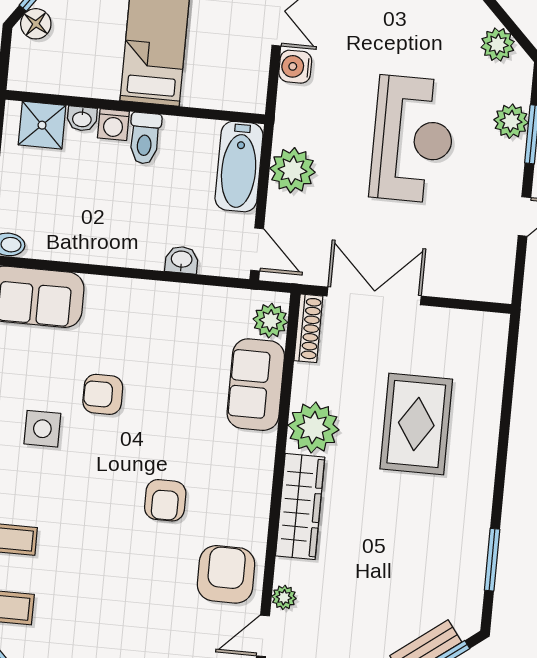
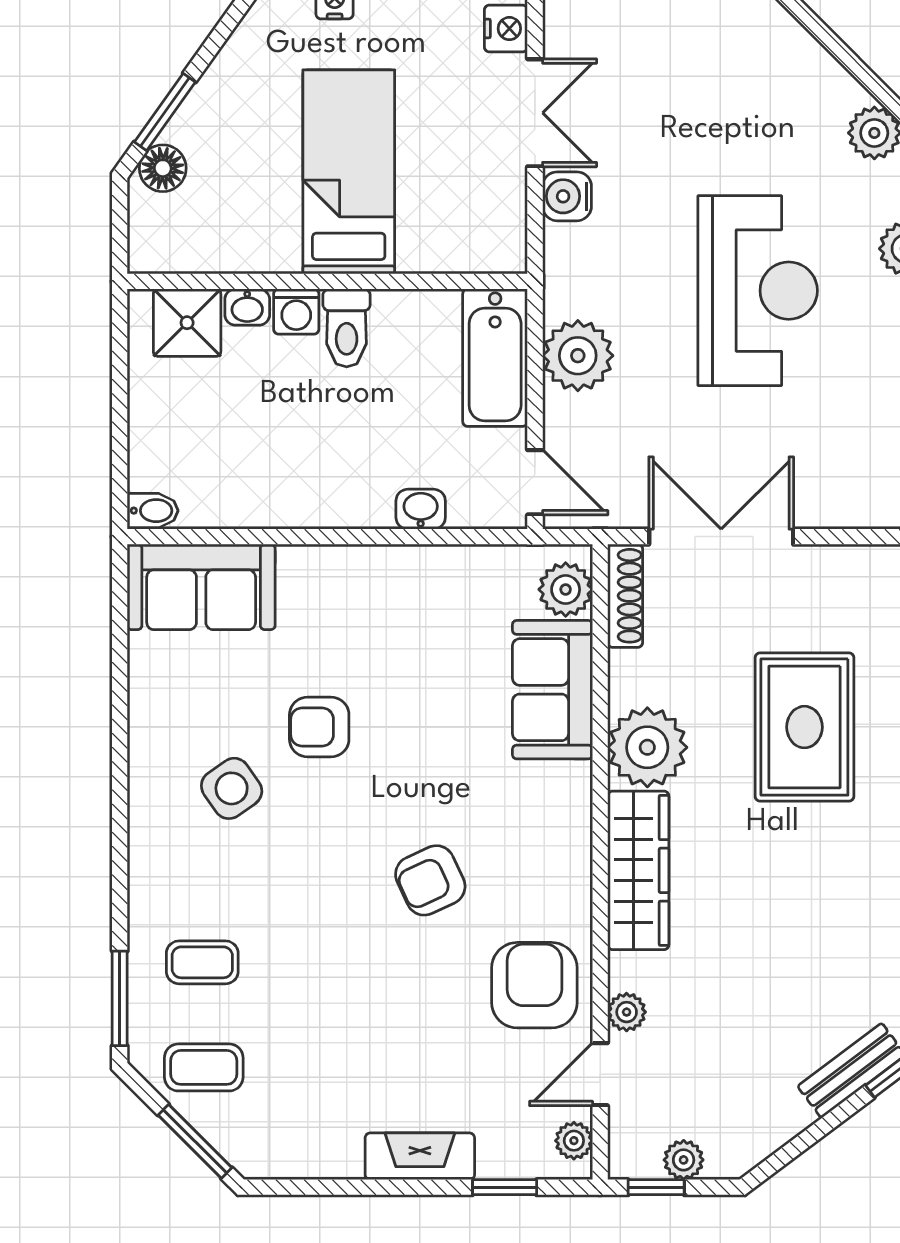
side table: (42, 429) -> (232, 788), turned -35
armchair: (165, 500) -> (430, 880), turned 65

